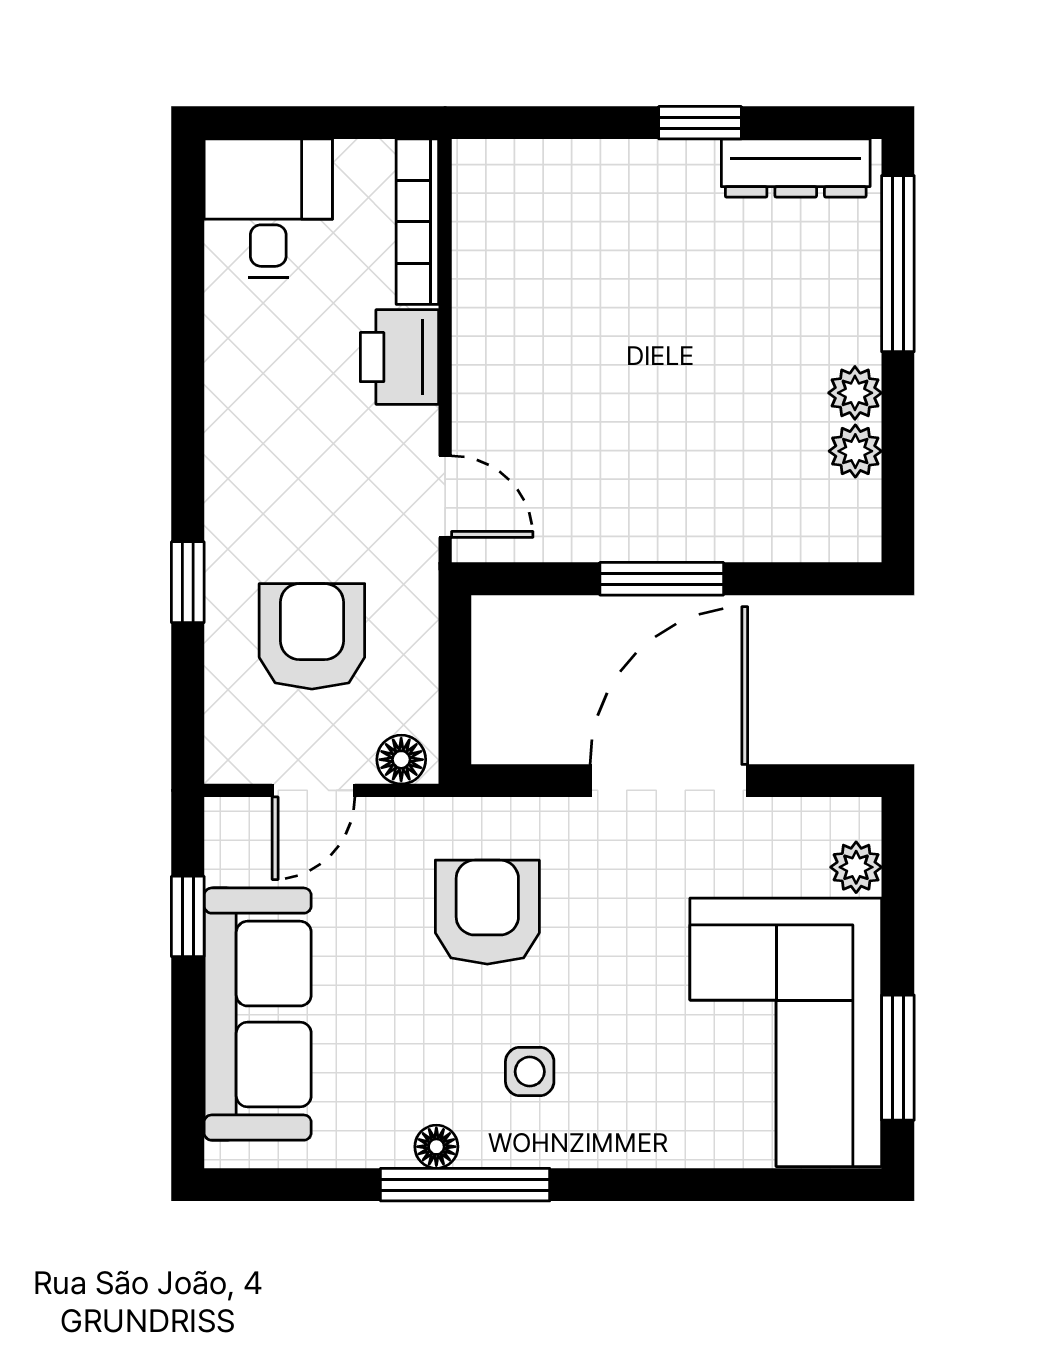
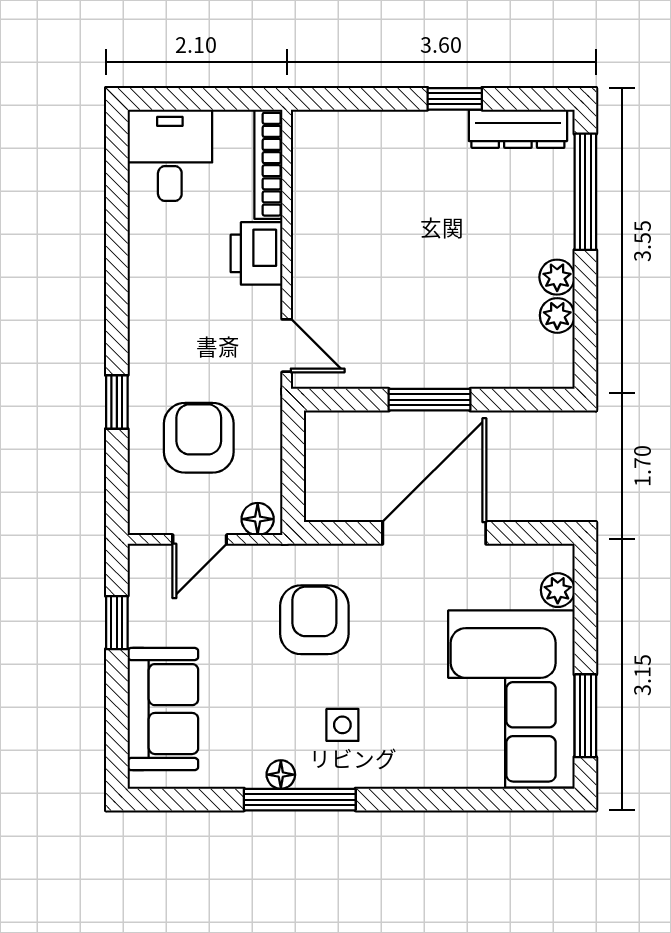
sofa: (258, 1014) -> (163, 709), width x0.73

